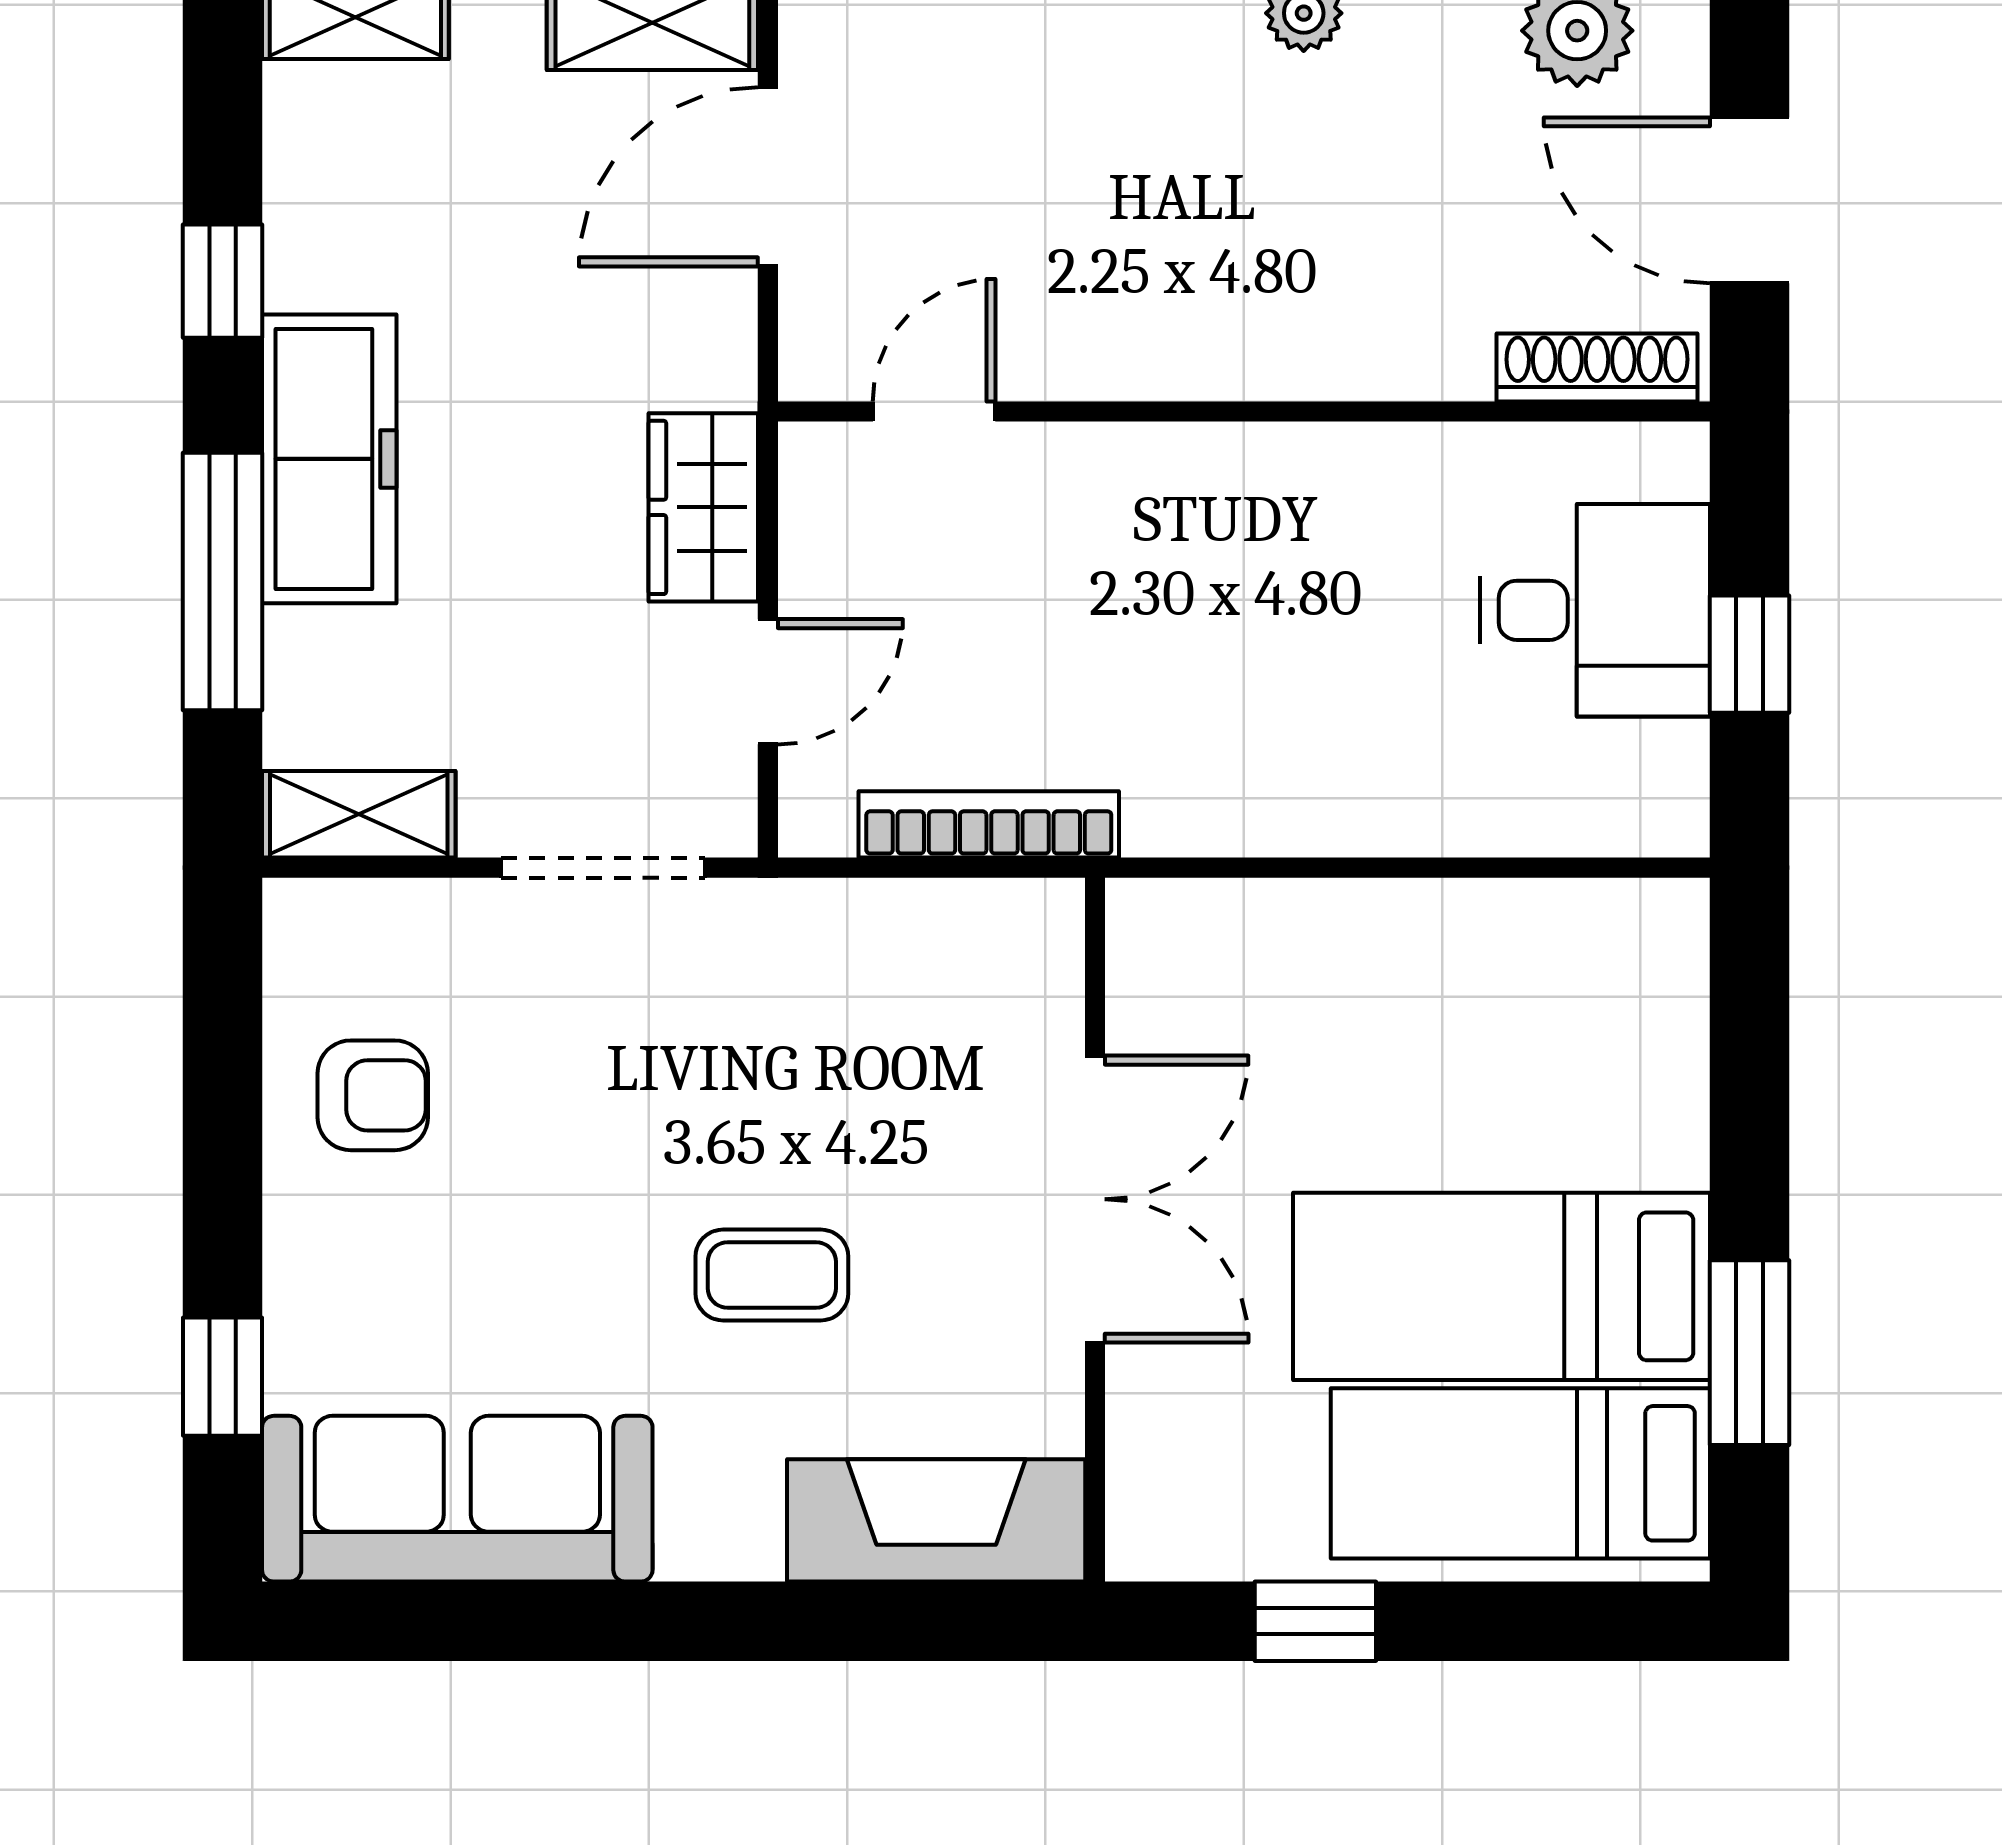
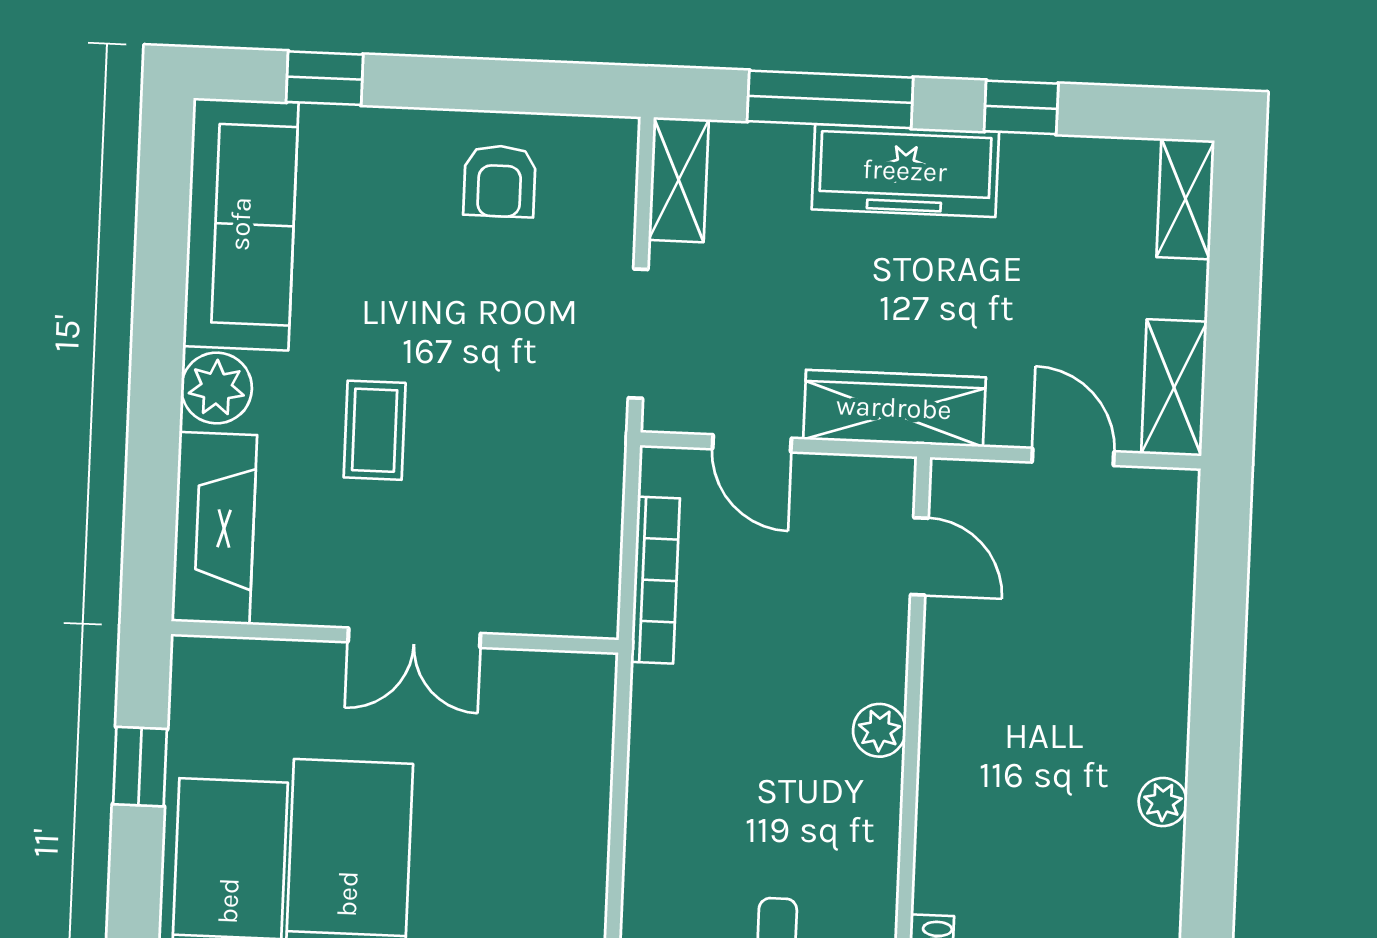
door: (768, 177) -> (1073, 457), width x0.73
plant: (1210, 463) -> (879, 730), added
wardrobe: (703, 507) -> (894, 408), width x1.50
double door: (1095, 1199) -> (414, 638), width x0.73
plant: (716, 1526) -> (217, 388), added

